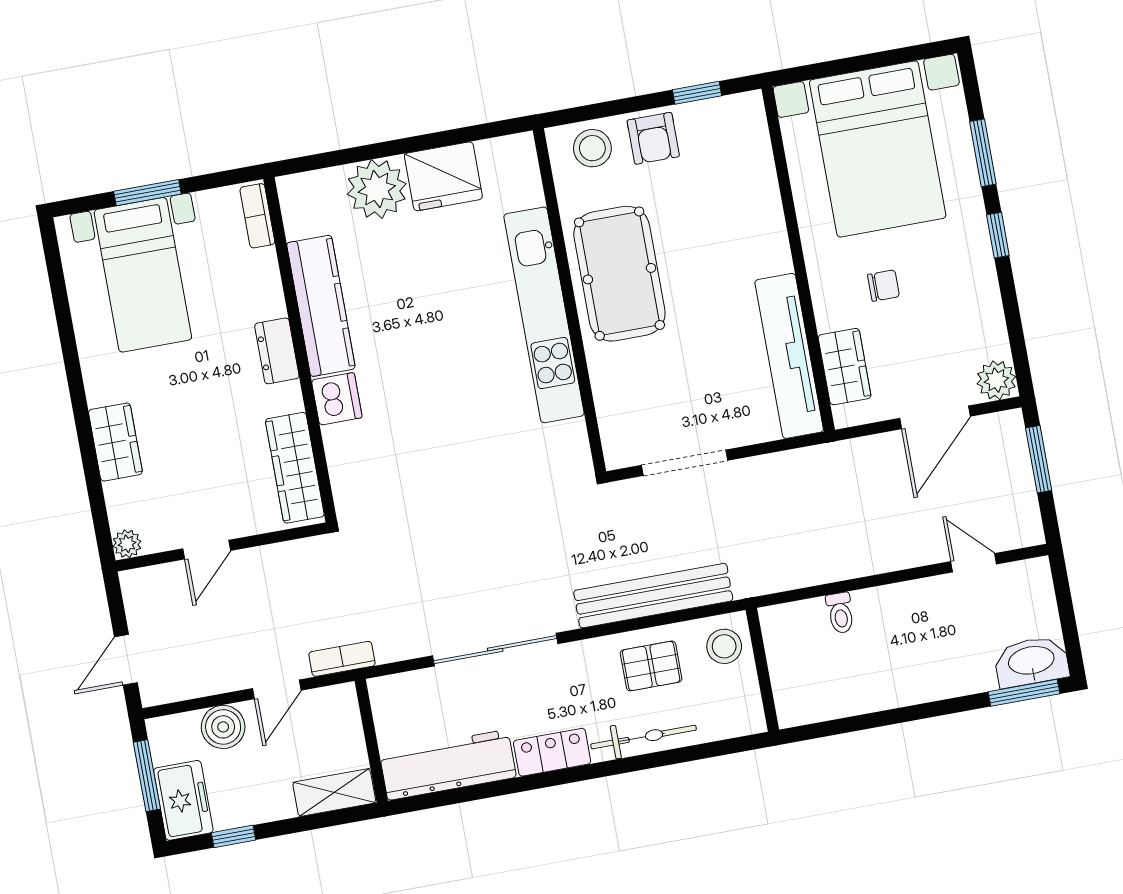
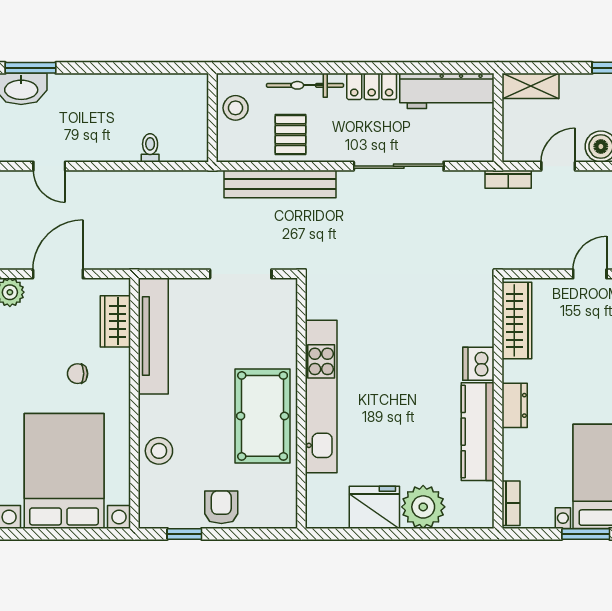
stool: (592, 148) -> (159, 451), moved
stool: (724, 646) -> (236, 108), moved
pallet: (651, 666) -> (291, 135), turned 90

